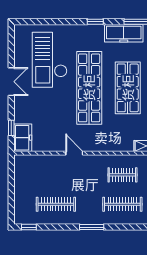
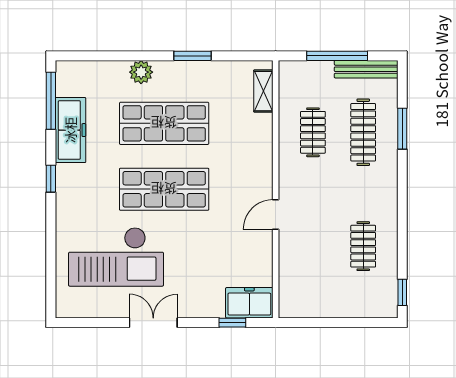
shop shelf: (89, 88) -> (164, 189), width x0.71
clothes rail: (56, 204) -> (363, 246), width x0.73
window: (92, 227) -> (402, 129), moved

